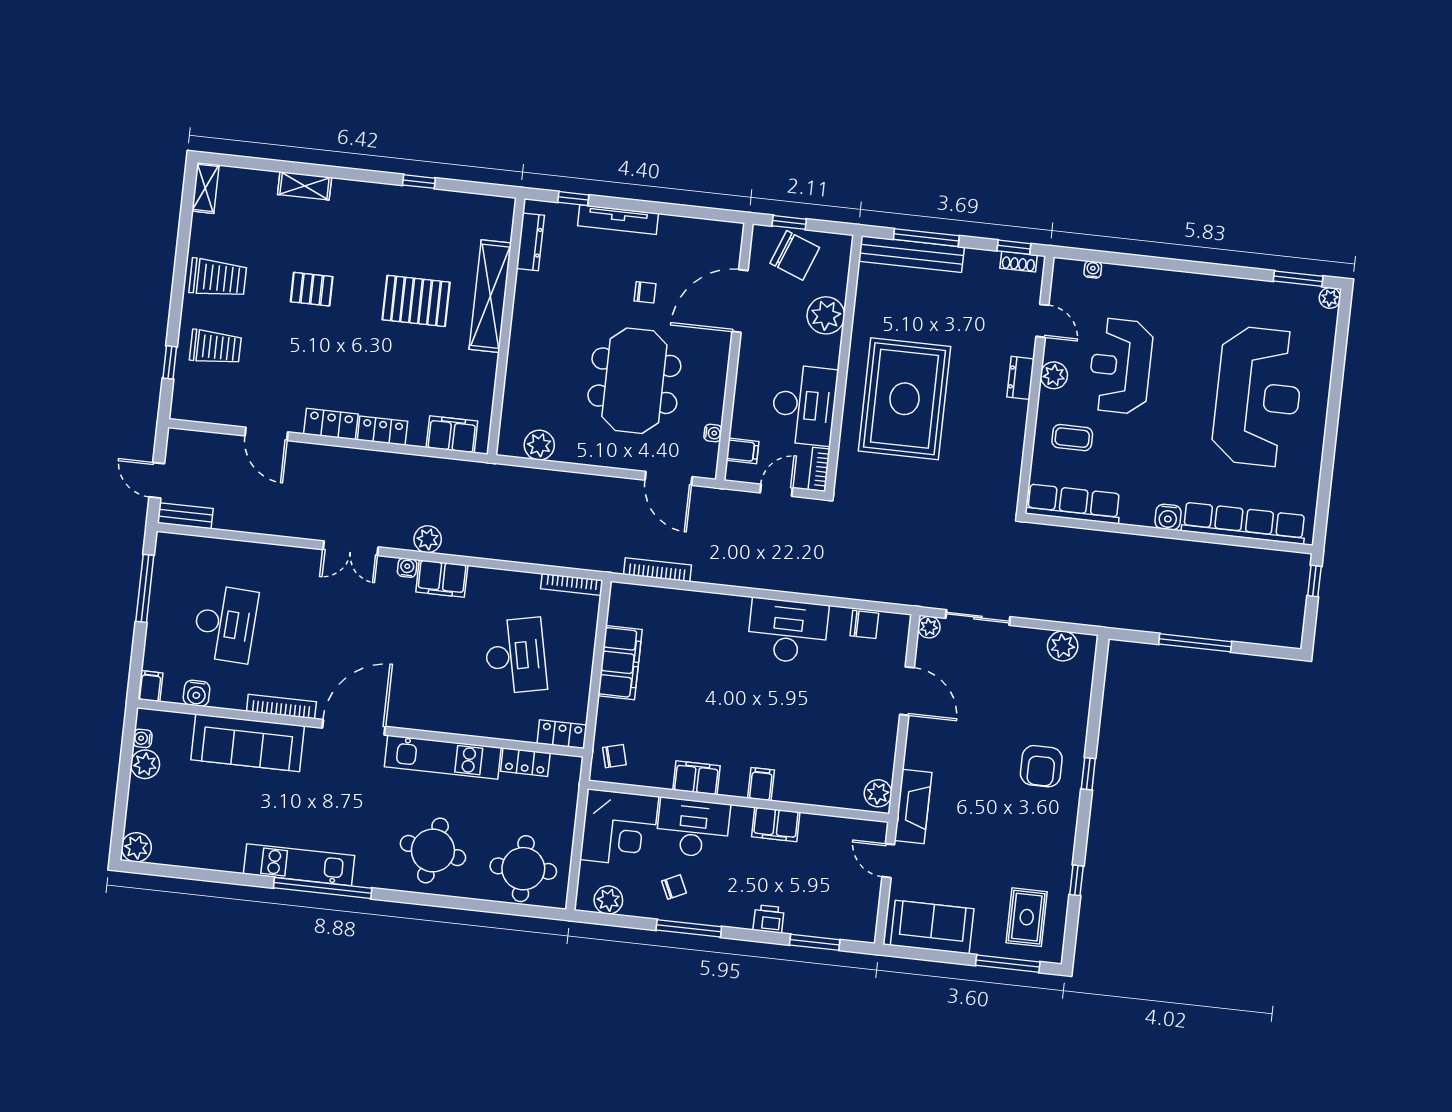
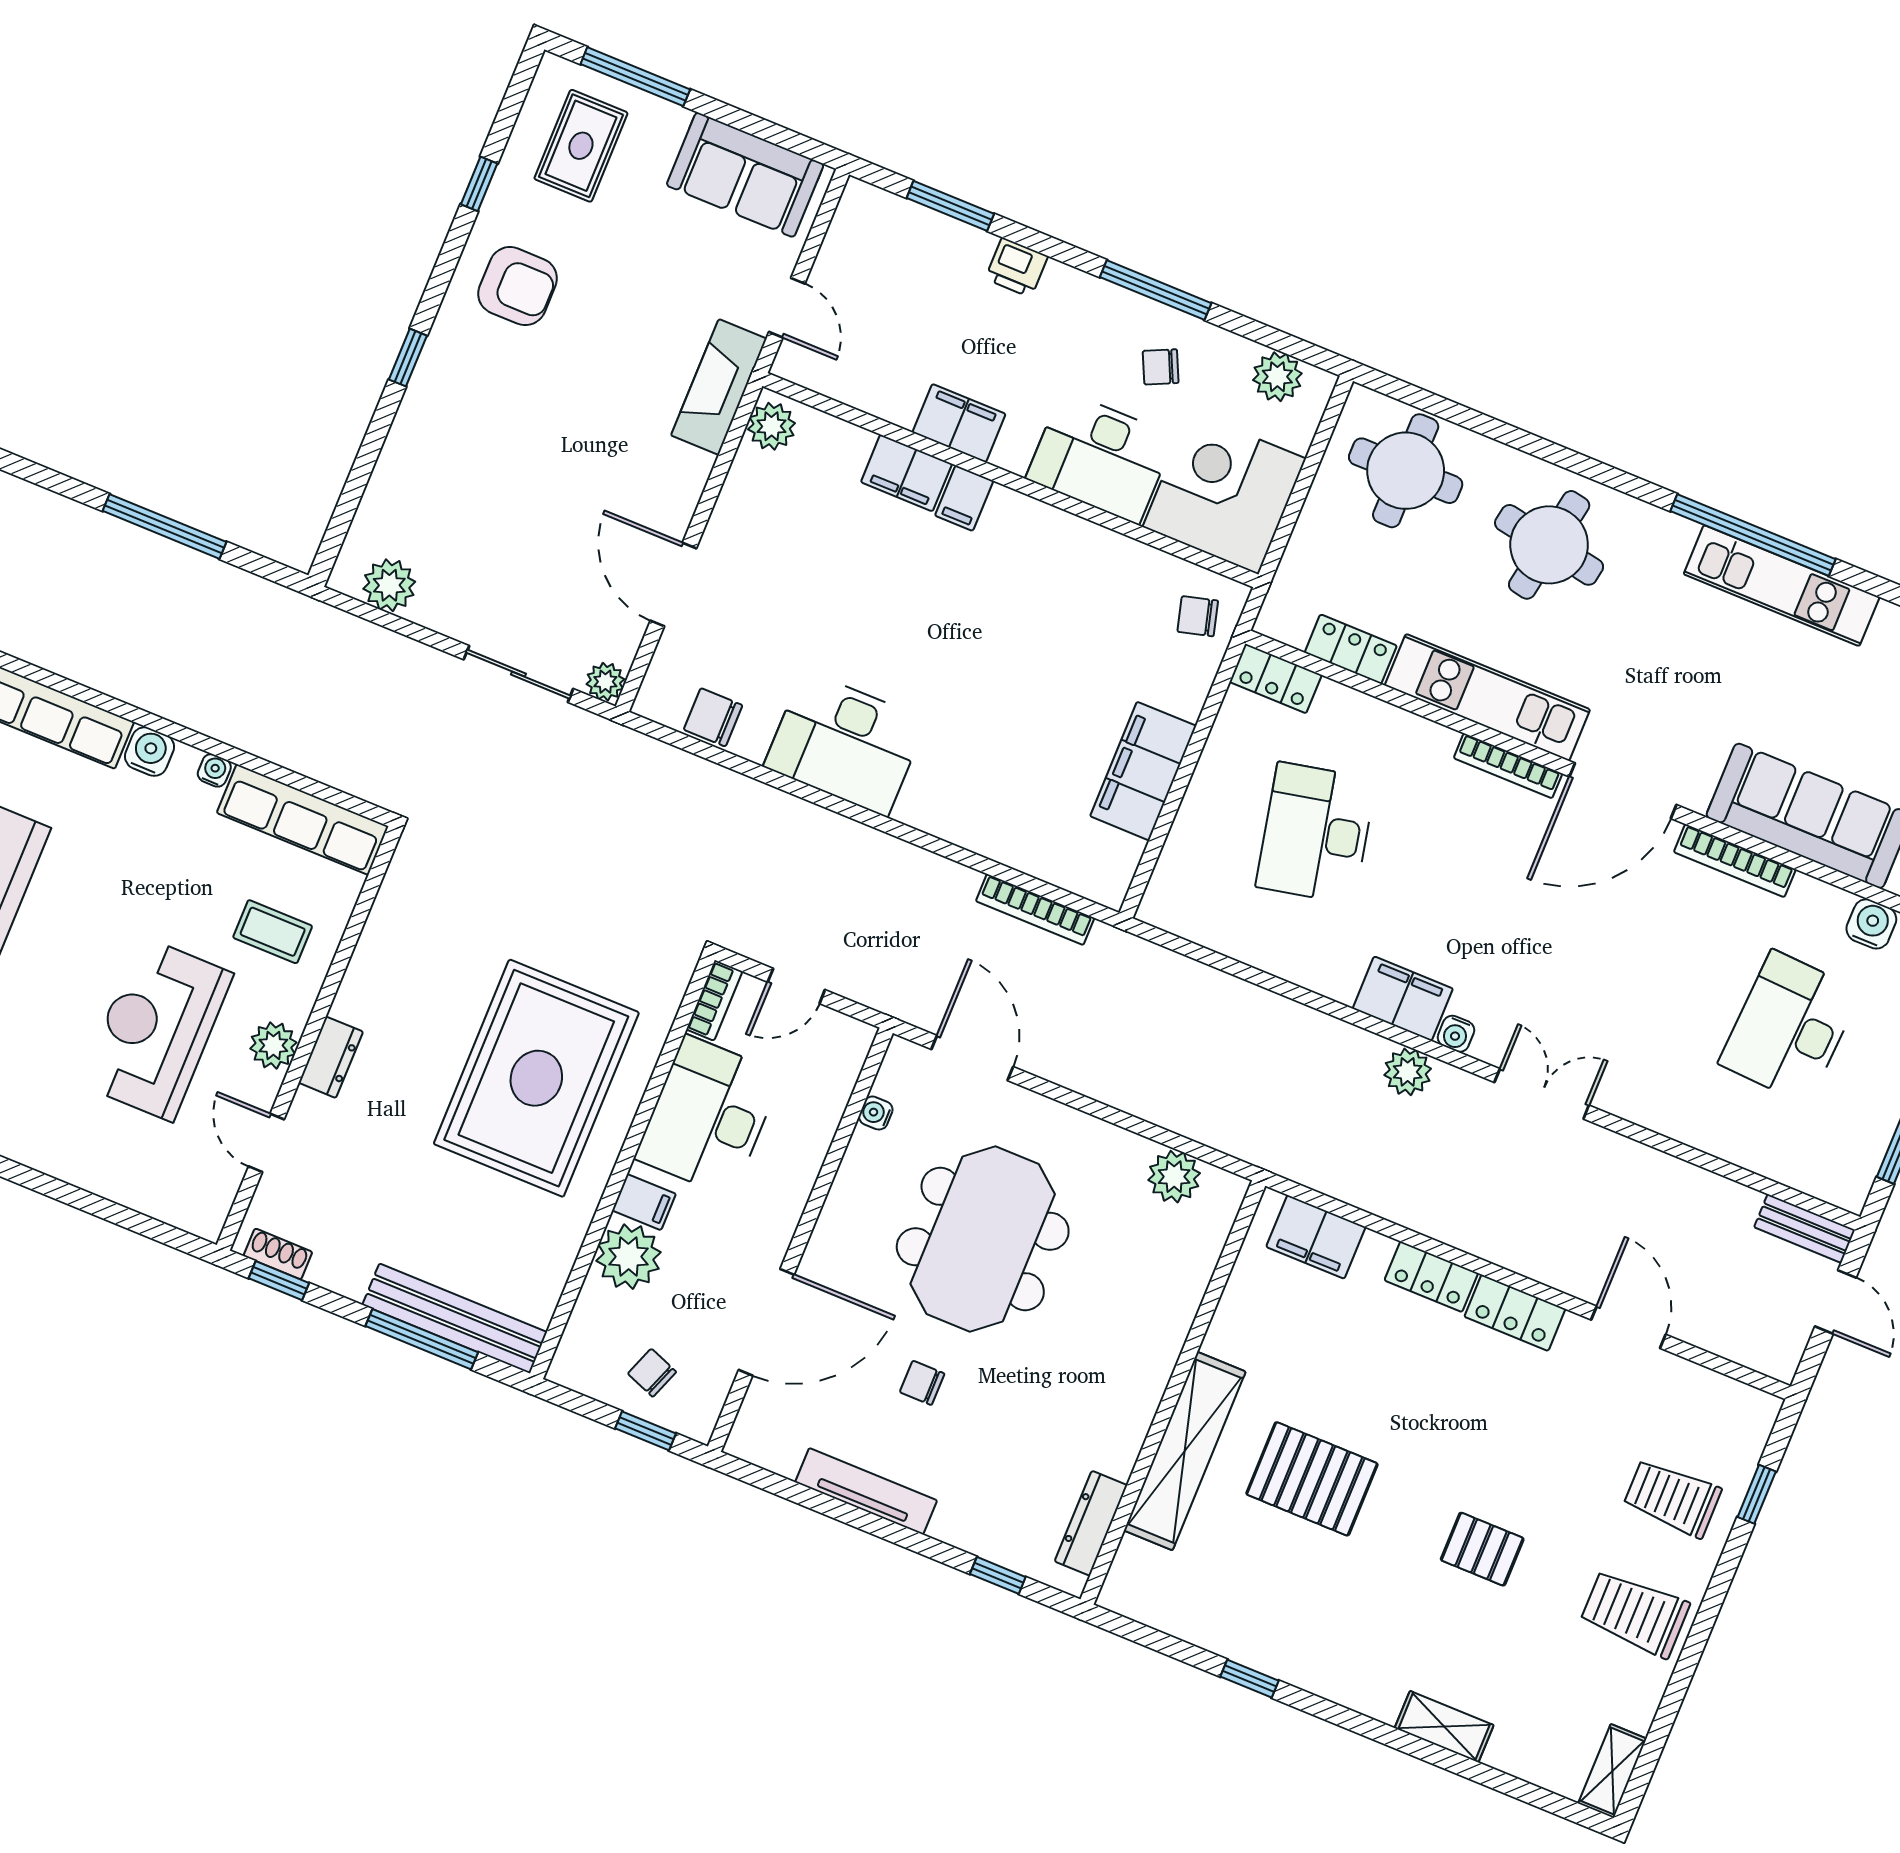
tv unit: (618, 220) -> (866, 1491), moved
chair: (795, 255) -> (652, 1373), width x0.54, depth x0.54
water cooler: (1093, 270) -> (214, 770), moved, turned 180
reception desk: (1120, 366) -> (157, 1029), turned 180
filing cabinet: (743, 451) -> (644, 1202), moved, turned 180
bookcase: (572, 584) -> (1508, 766), moved, turned 180
armchair: (1041, 766) -> (518, 286), moved, turned 90
filing cabinet: (697, 778) -> (906, 473), moved

